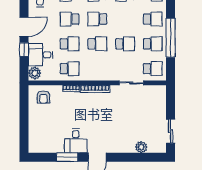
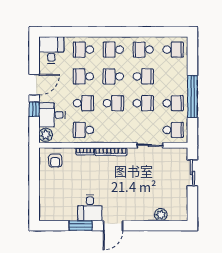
school desk: (153, 19) -> (143, 76), moved
school desk: (70, 69) -> (83, 130), turned 180
sliding door: (171, 131) -> (192, 173), moved

